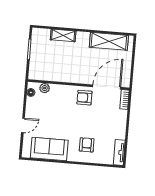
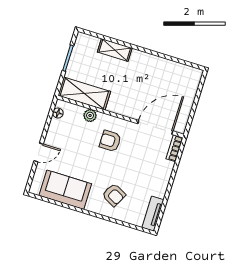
shelving: (109, 41) -> (84, 93), moved
plant: (45, 88) -> (90, 115), moved
armchair: (84, 98) -> (110, 141), moved
armchair: (87, 145) -> (114, 195), turned 118

